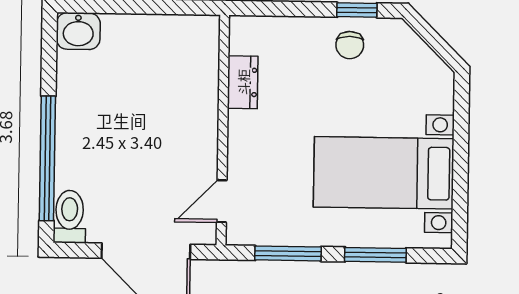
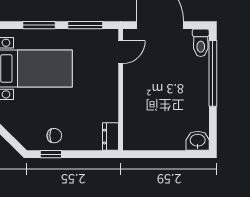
chair: (350, 45) -> (54, 136), turned 90
dresser: (243, 82) -> (111, 137), moved

